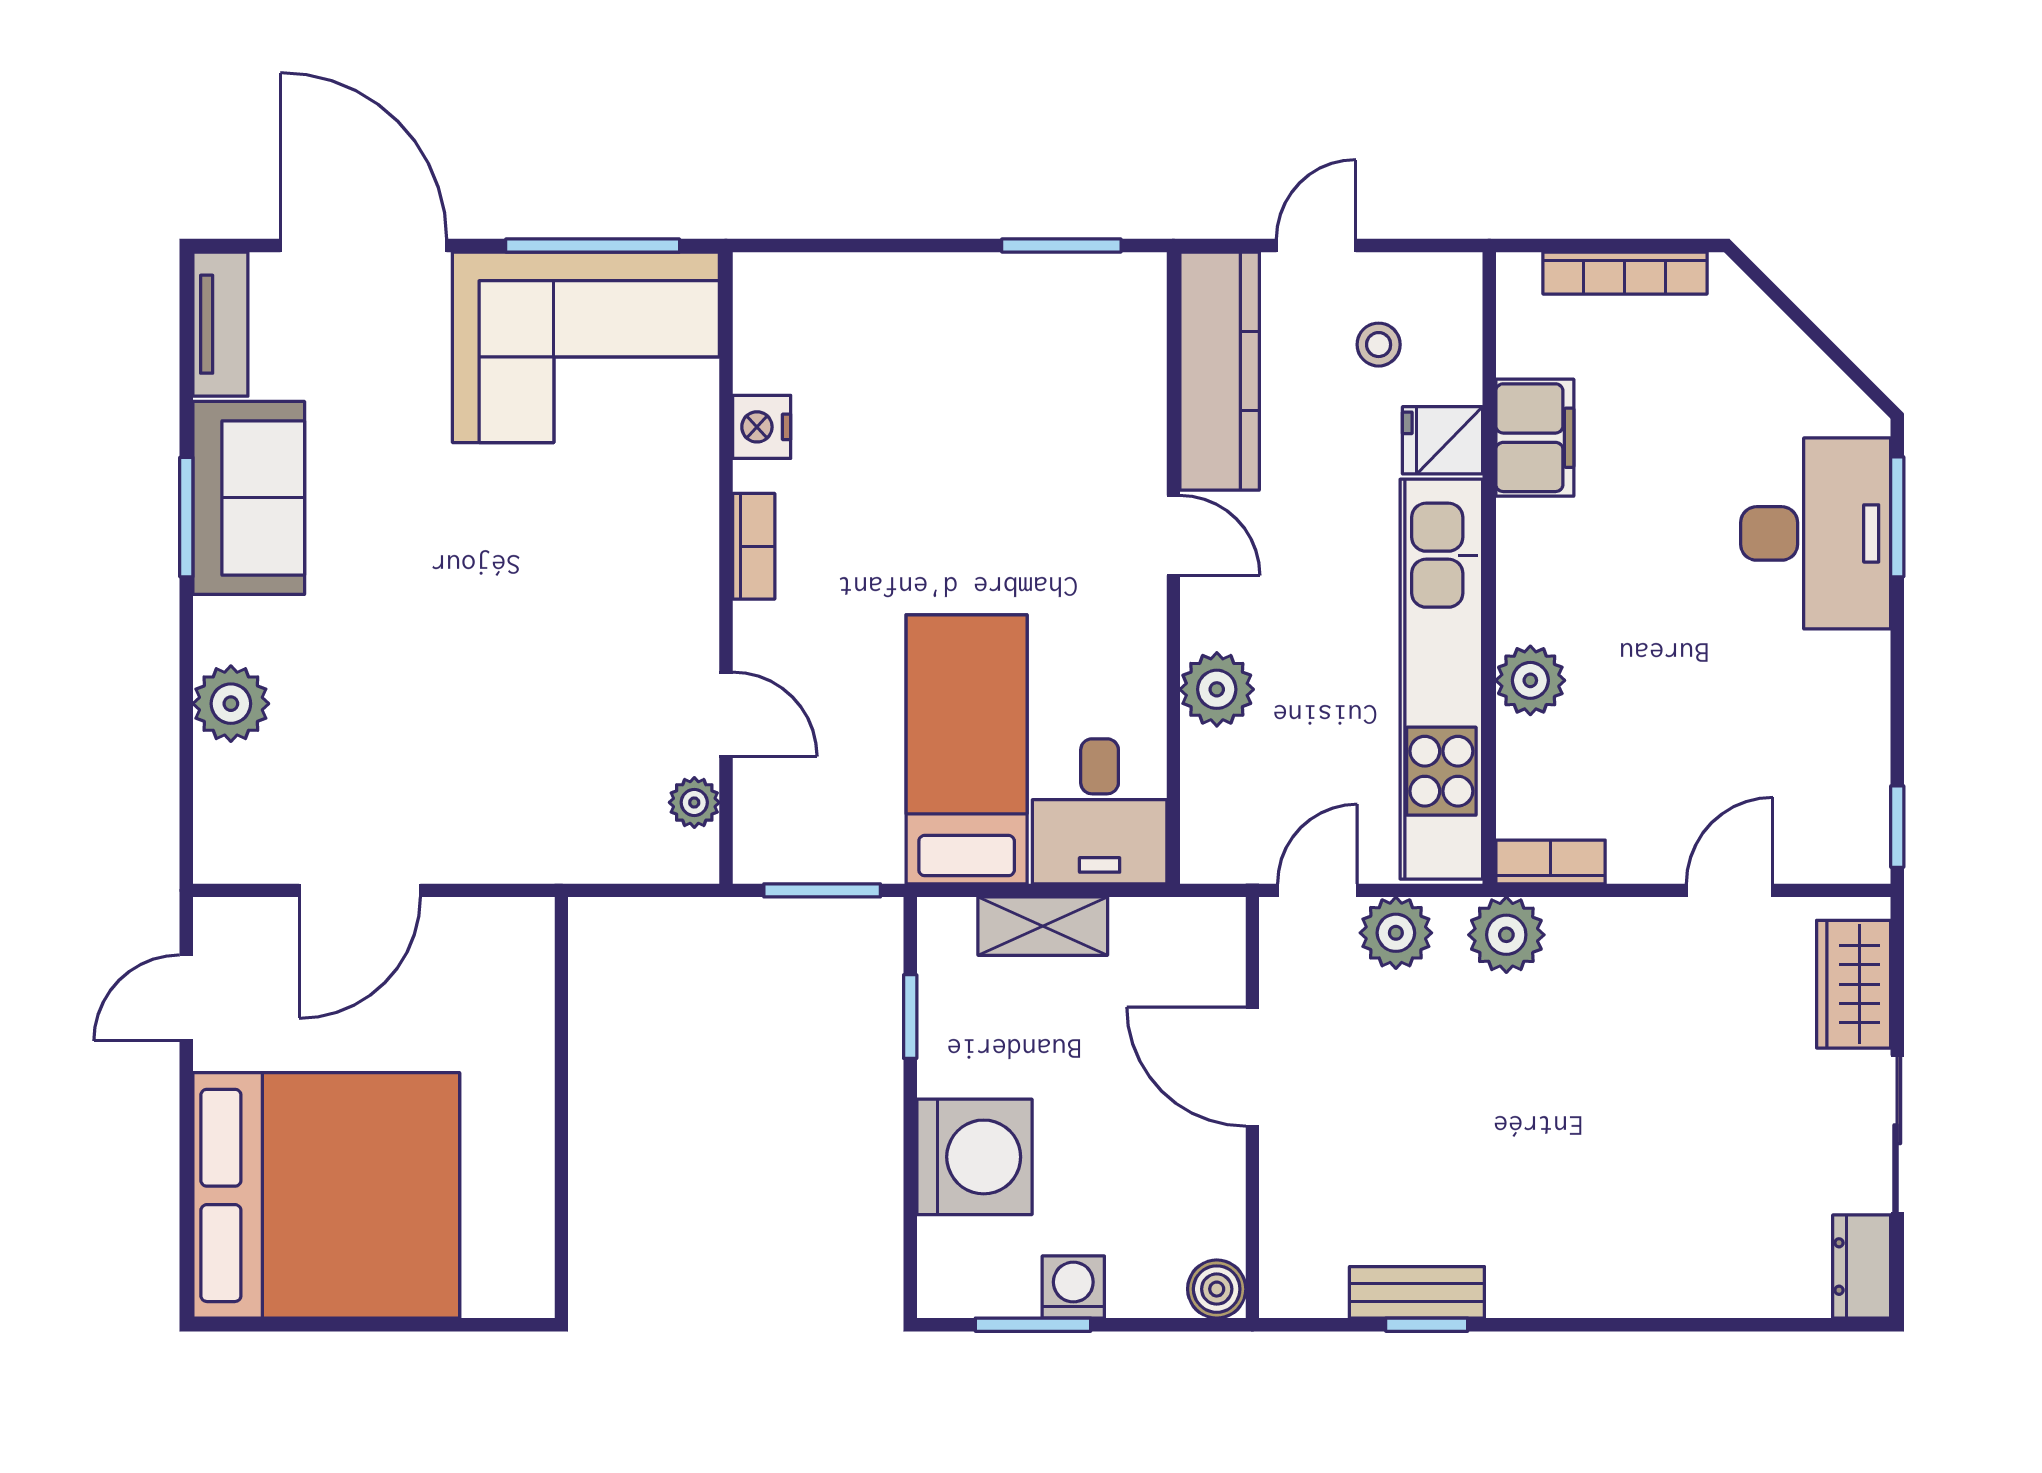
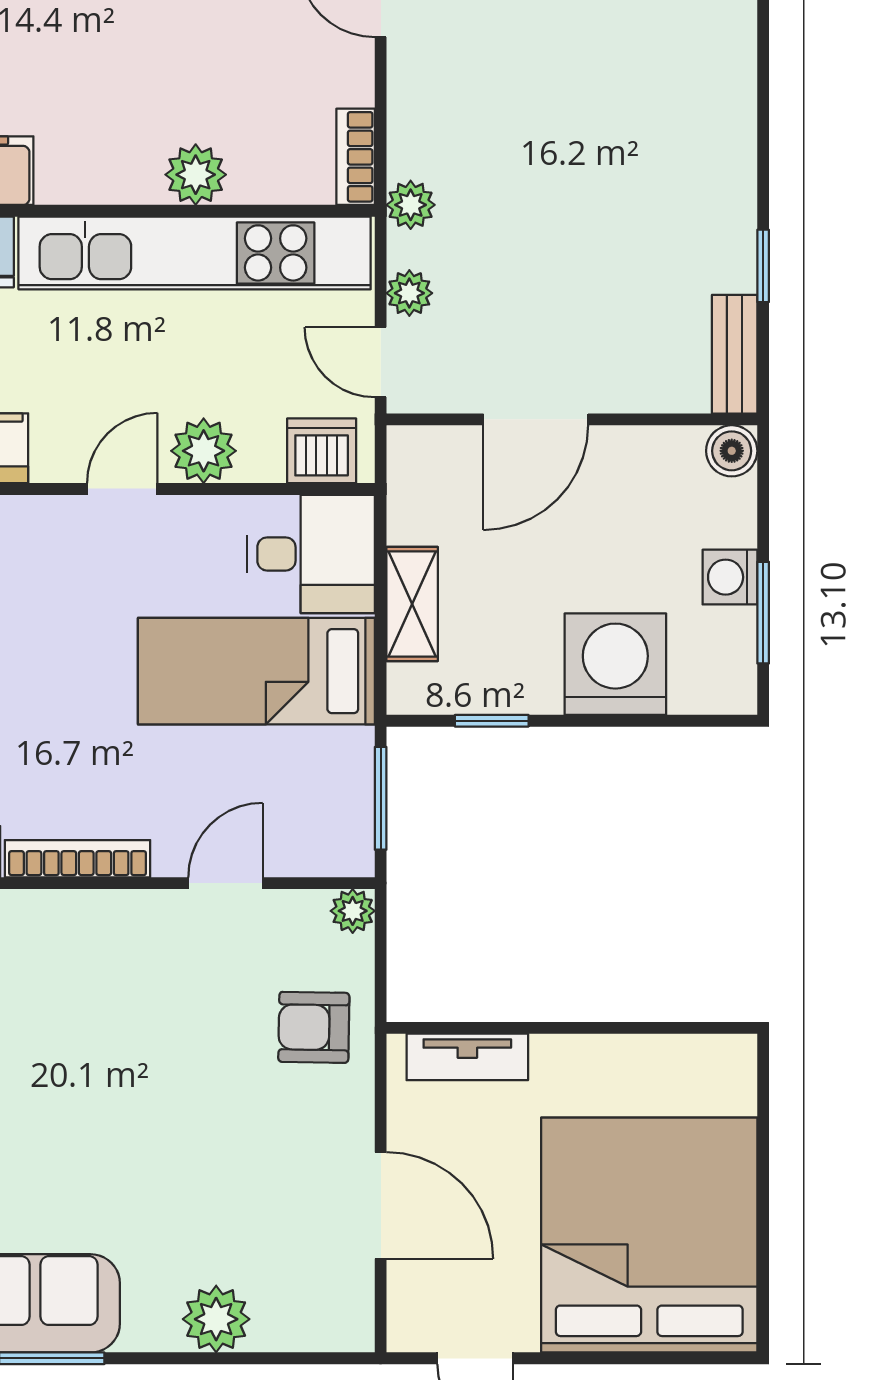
door: (1173, 535) -> (122, 489), moved
bookcase: (754, 546) -> (78, 859), width x1.56
plant: (694, 802) -> (353, 911), moved
armchair: (562, 815) -> (314, 1027), added
dishwasher: (1217, 823) -> (322, 451), added
plant: (1396, 933) -> (409, 293), width x0.73, depth x0.73
plant: (1506, 935) -> (411, 205), width x0.73, depth x0.73
tv unit: (528, 989) -> (467, 1057), added
bench: (1417, 1292) -> (735, 354), moved

